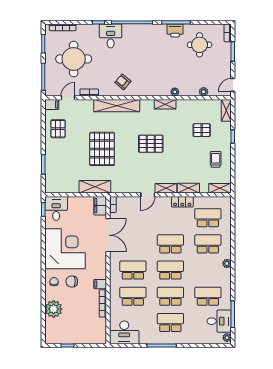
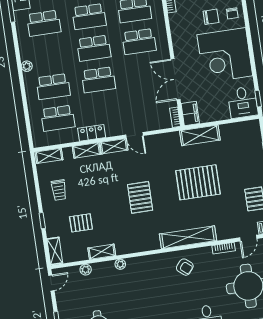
shelving: (165, 104) -> (102, 252), moved
pallet: (151, 144) -> (140, 197), turned 90
pallet: (102, 149) -> (198, 182), turned 90
door: (148, 195) -> (135, 135), swing flipped
filing cabinet: (100, 284) -> (176, 19), removed

